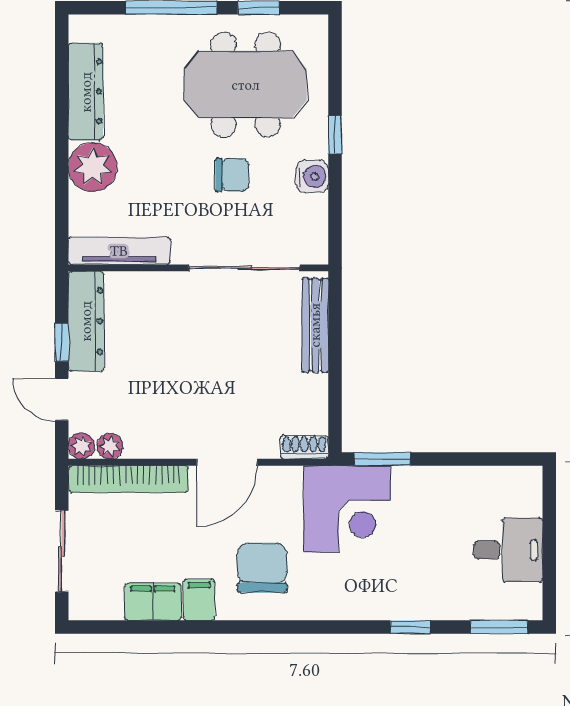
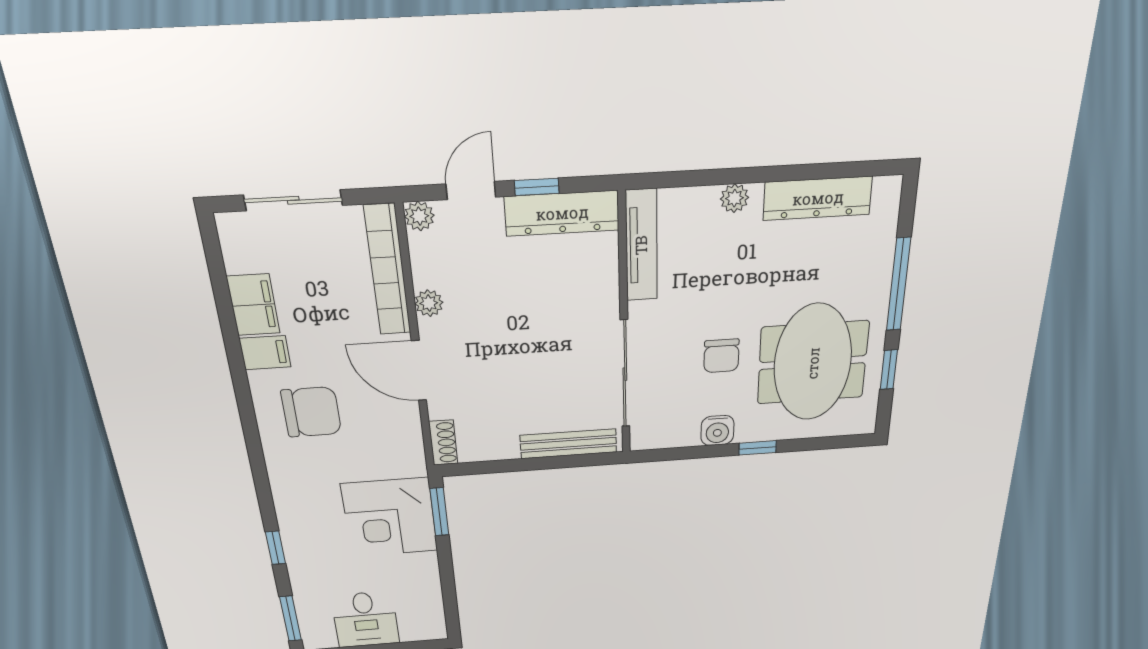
plant: (93, 167) -> (734, 198), width x0.53, depth x0.53
plant: (110, 446) -> (429, 303), moved
corner desk: (347, 509) -> (390, 517), moved

